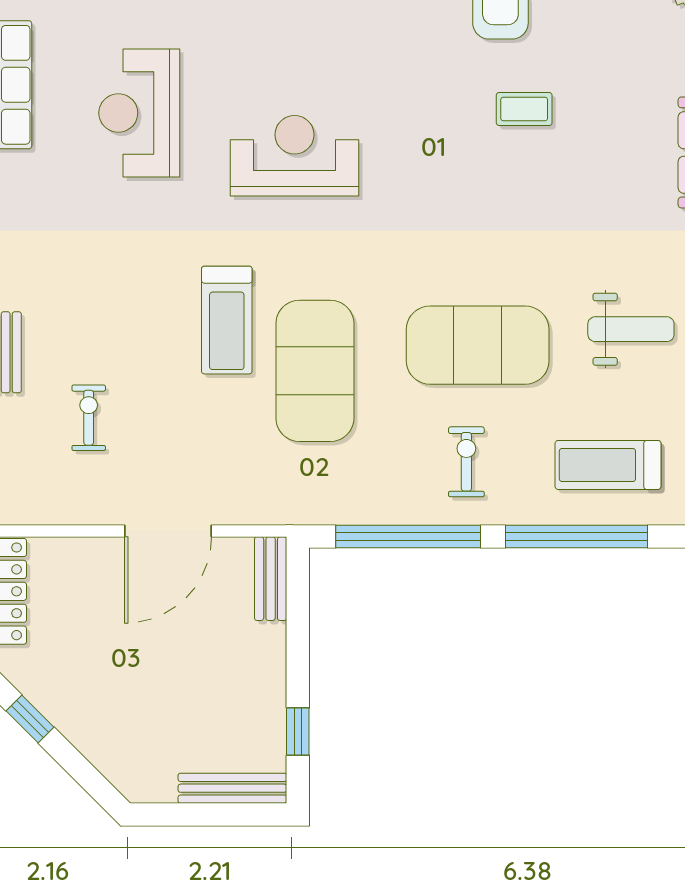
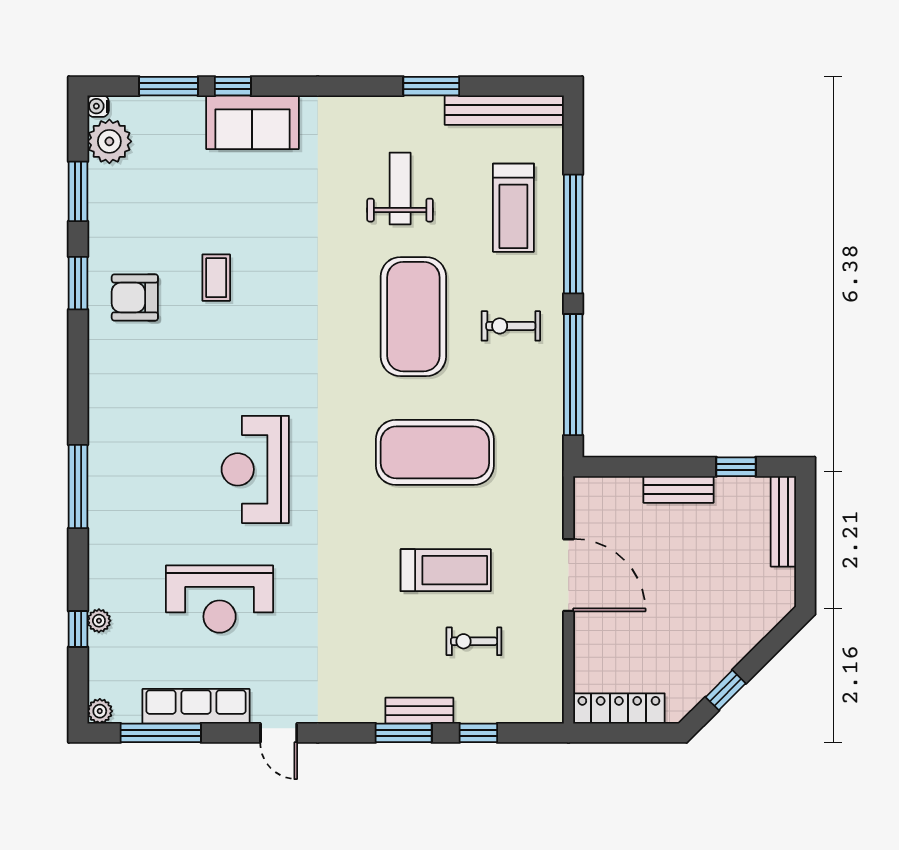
treadmill: (227, 320) -> (446, 570), moved
bench: (271, 579) -> (679, 489), moved

